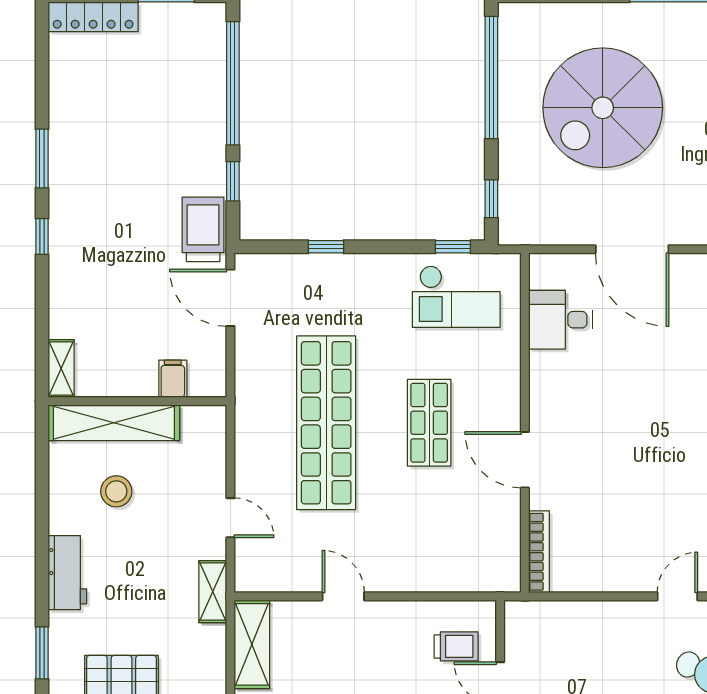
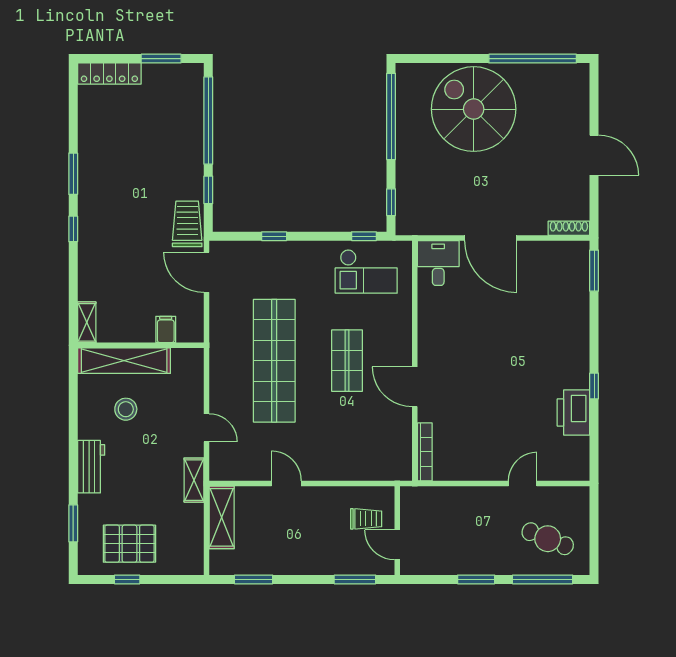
spiral stairs: (603, 108) -> (474, 109), moved, turned 90
desk: (560, 320) -> (438, 263), moved, turned 90

